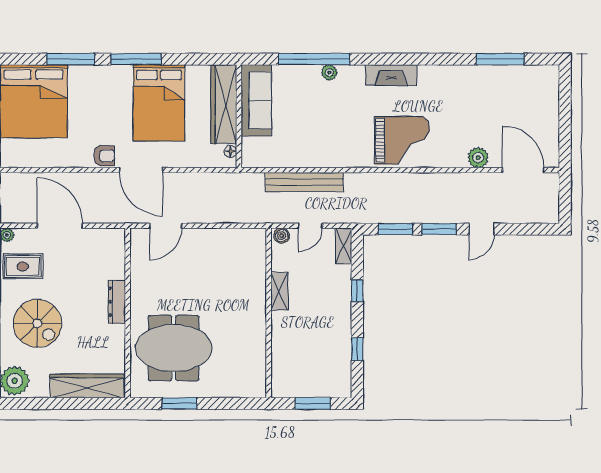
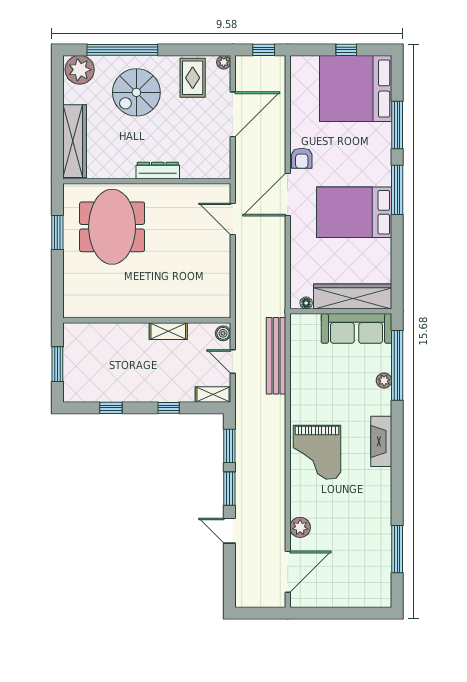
sofa: (256, 100) -> (357, 328), moved
wardrobe: (224, 104) -> (353, 296), moved
wall: (239, 116) -> (341, 311), moved
floor lamp: (230, 151) -> (306, 303), moved

